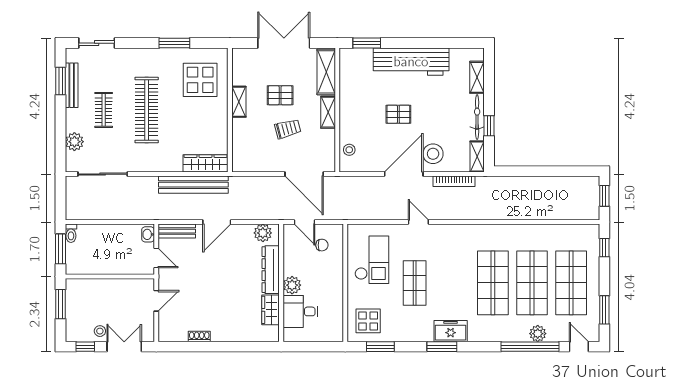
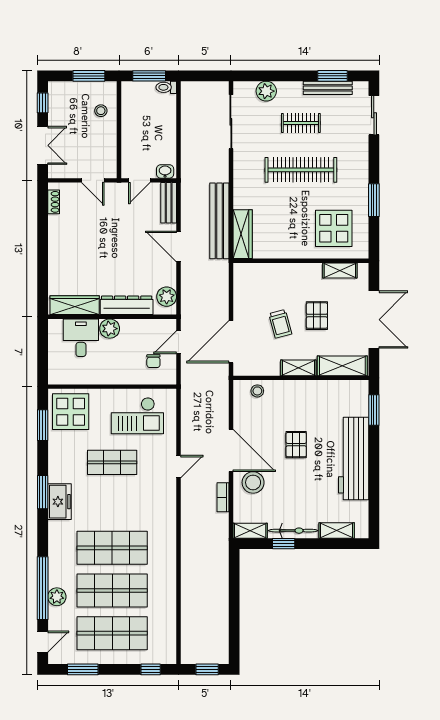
shelving: (239, 102) -> (340, 271), moved
bookcase: (454, 181) -> (223, 497), width x0.64
wardrobe: (271, 310) -> (75, 305), width x1.50
display table: (368, 321) -> (71, 412), width x1.36, depth x1.36
stool: (100, 331) -> (101, 111), moved
shoe rack: (199, 337) -> (54, 202), moved

